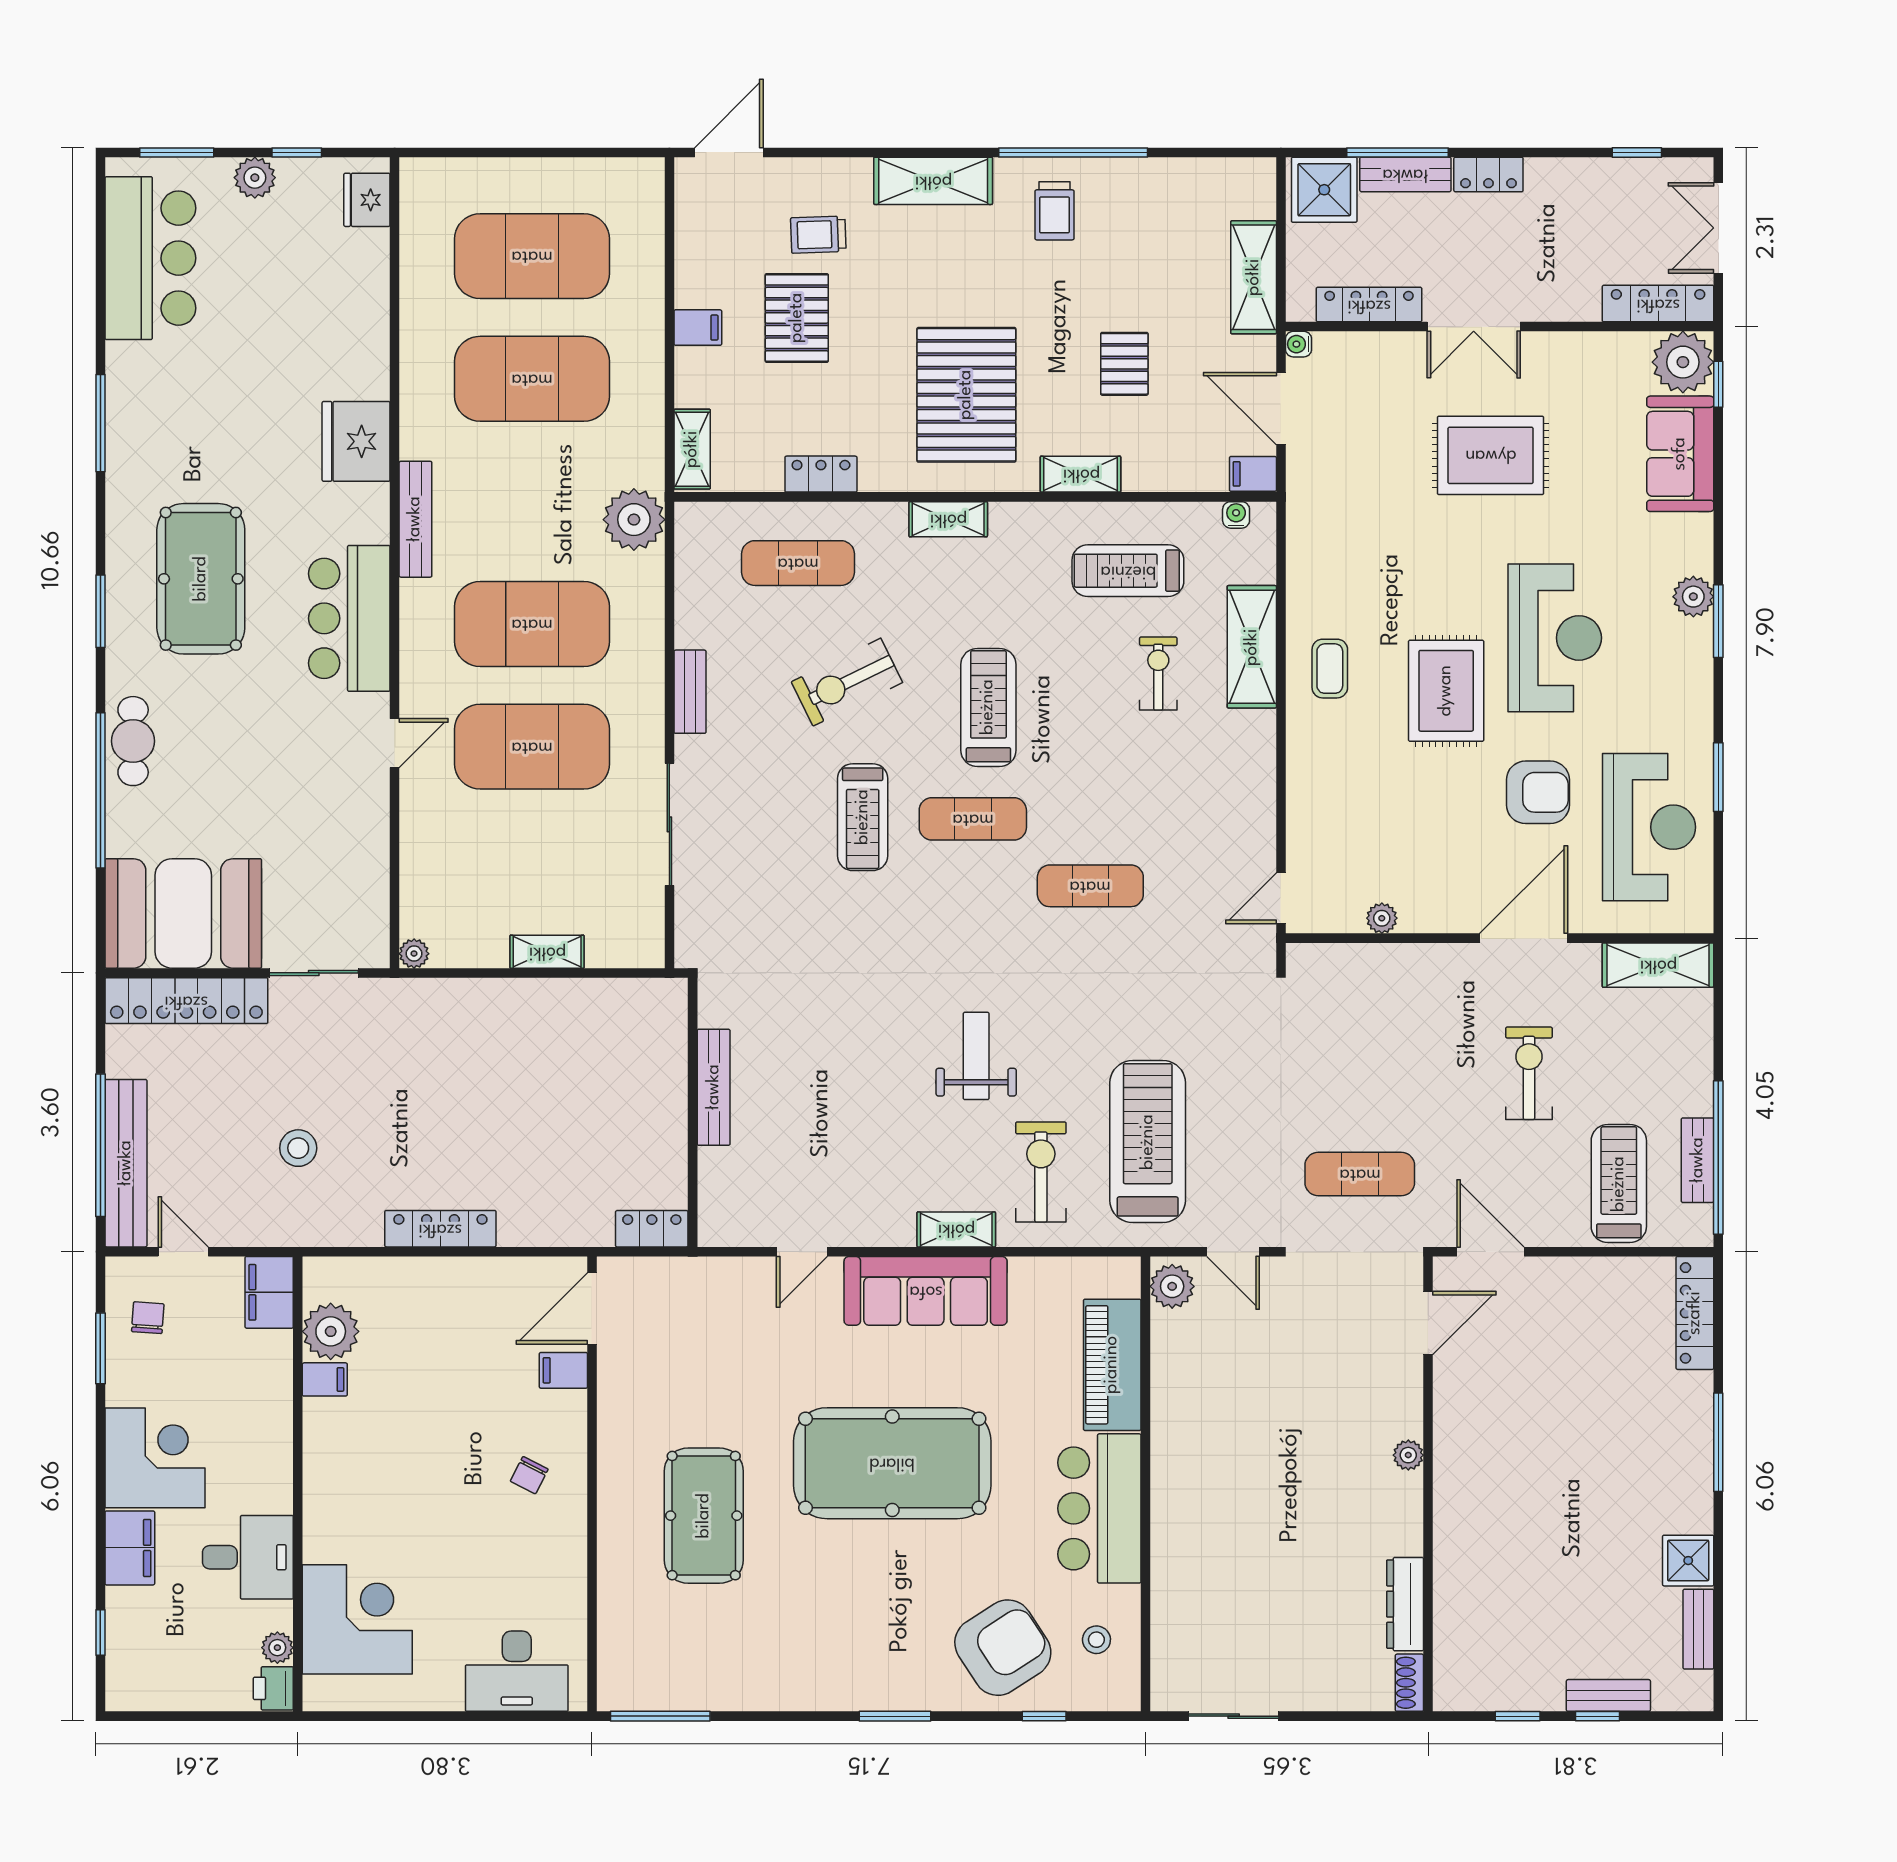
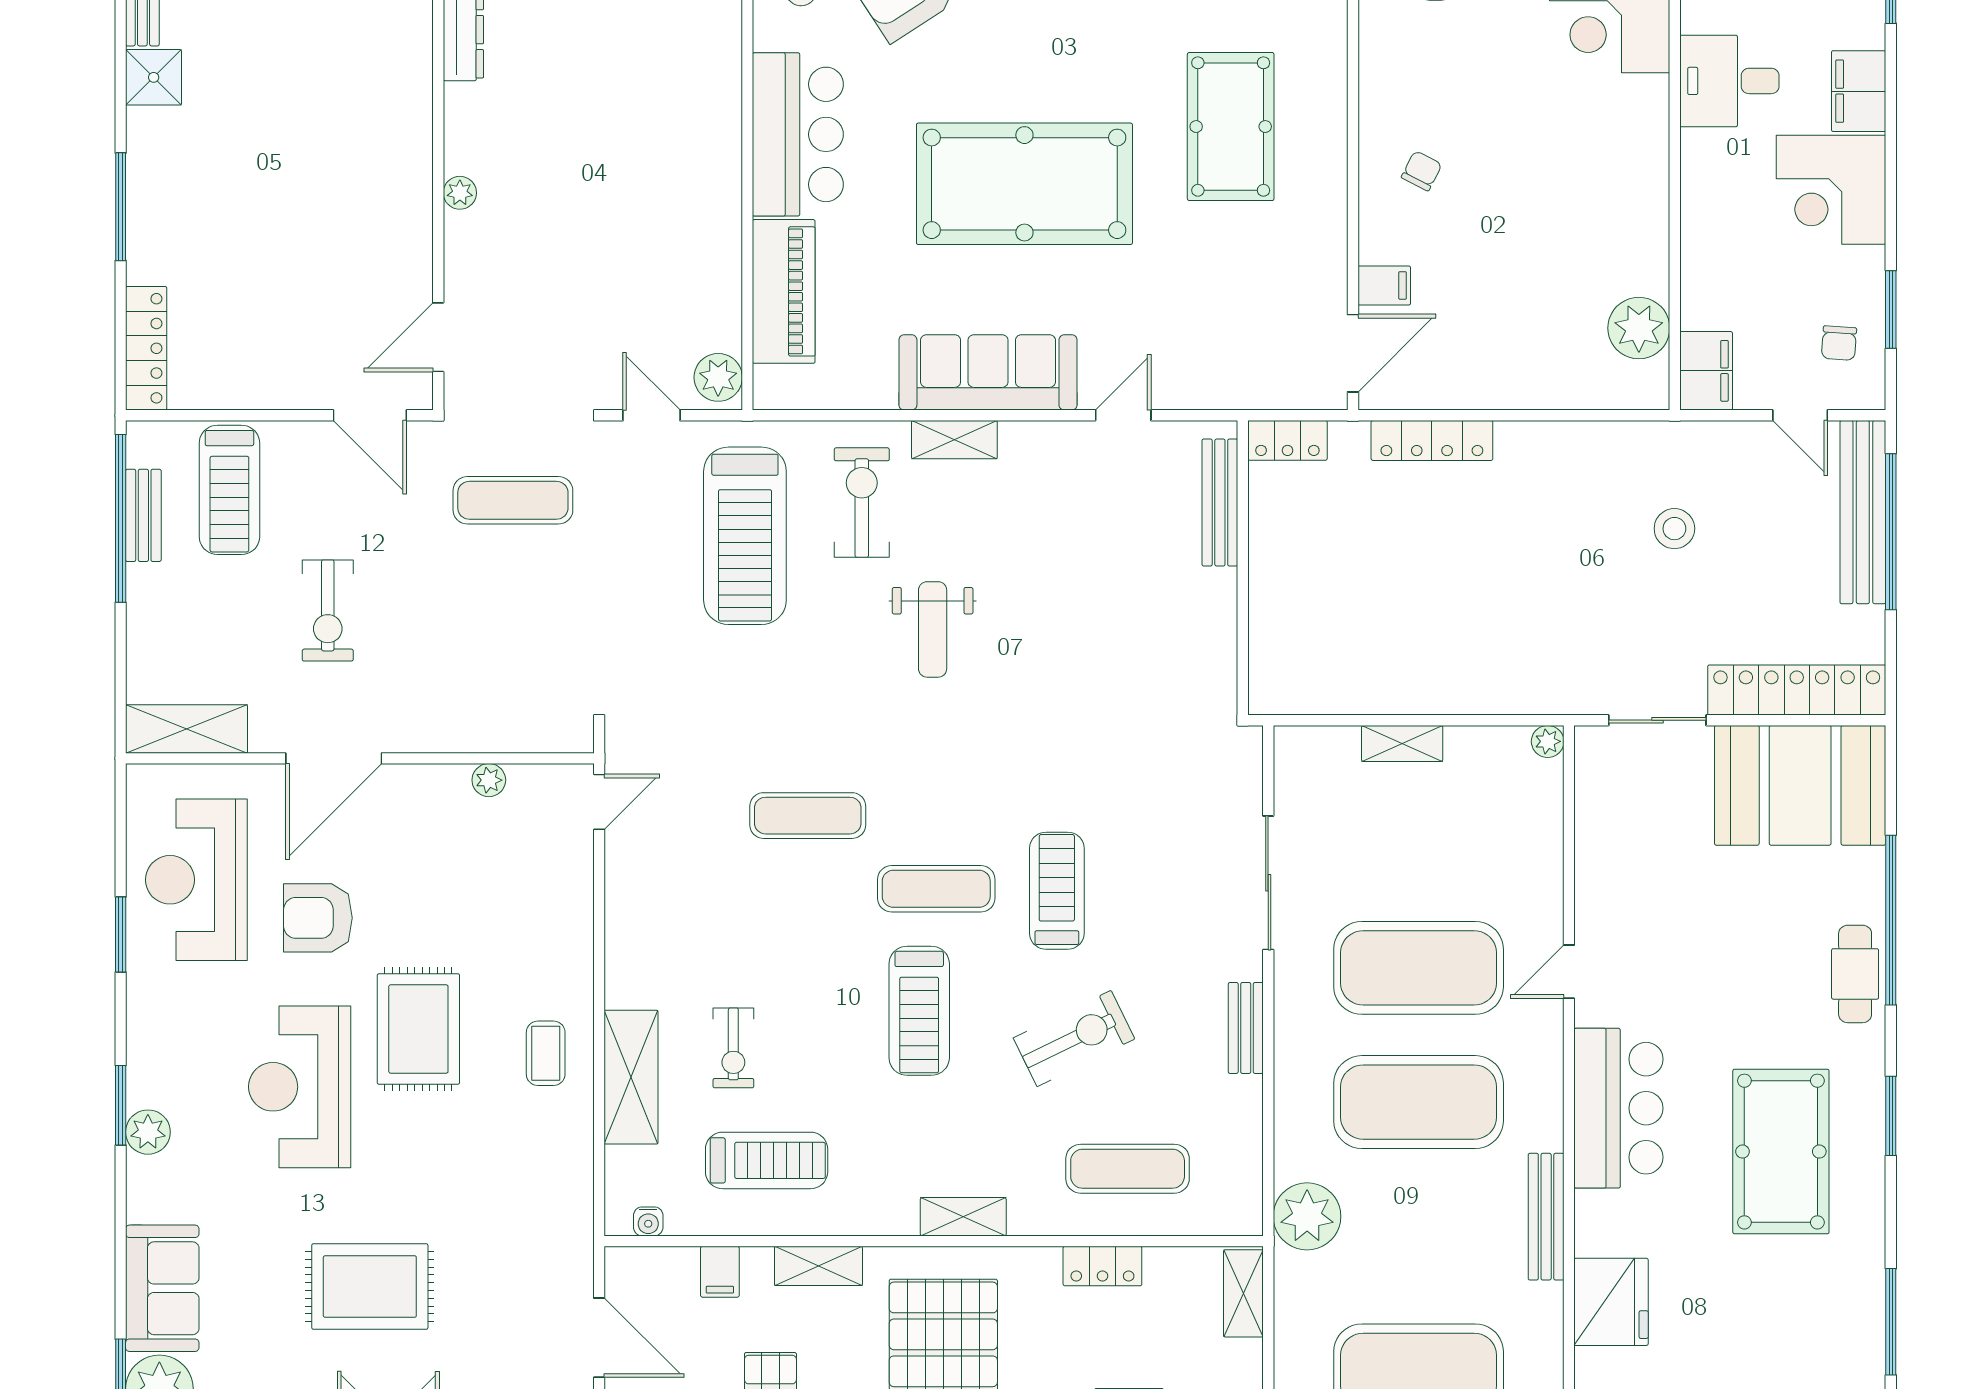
filing cabinet: (1253, 474) -> (720, 1272), moved, turned 90
bench: (714, 1087) -> (1220, 503), moved
exercise bike: (1041, 1172) -> (862, 503), turned 180
locker: (440, 1229) -> (1432, 440), moved
filing cabinet: (325, 1379) -> (1645, 275), removed

